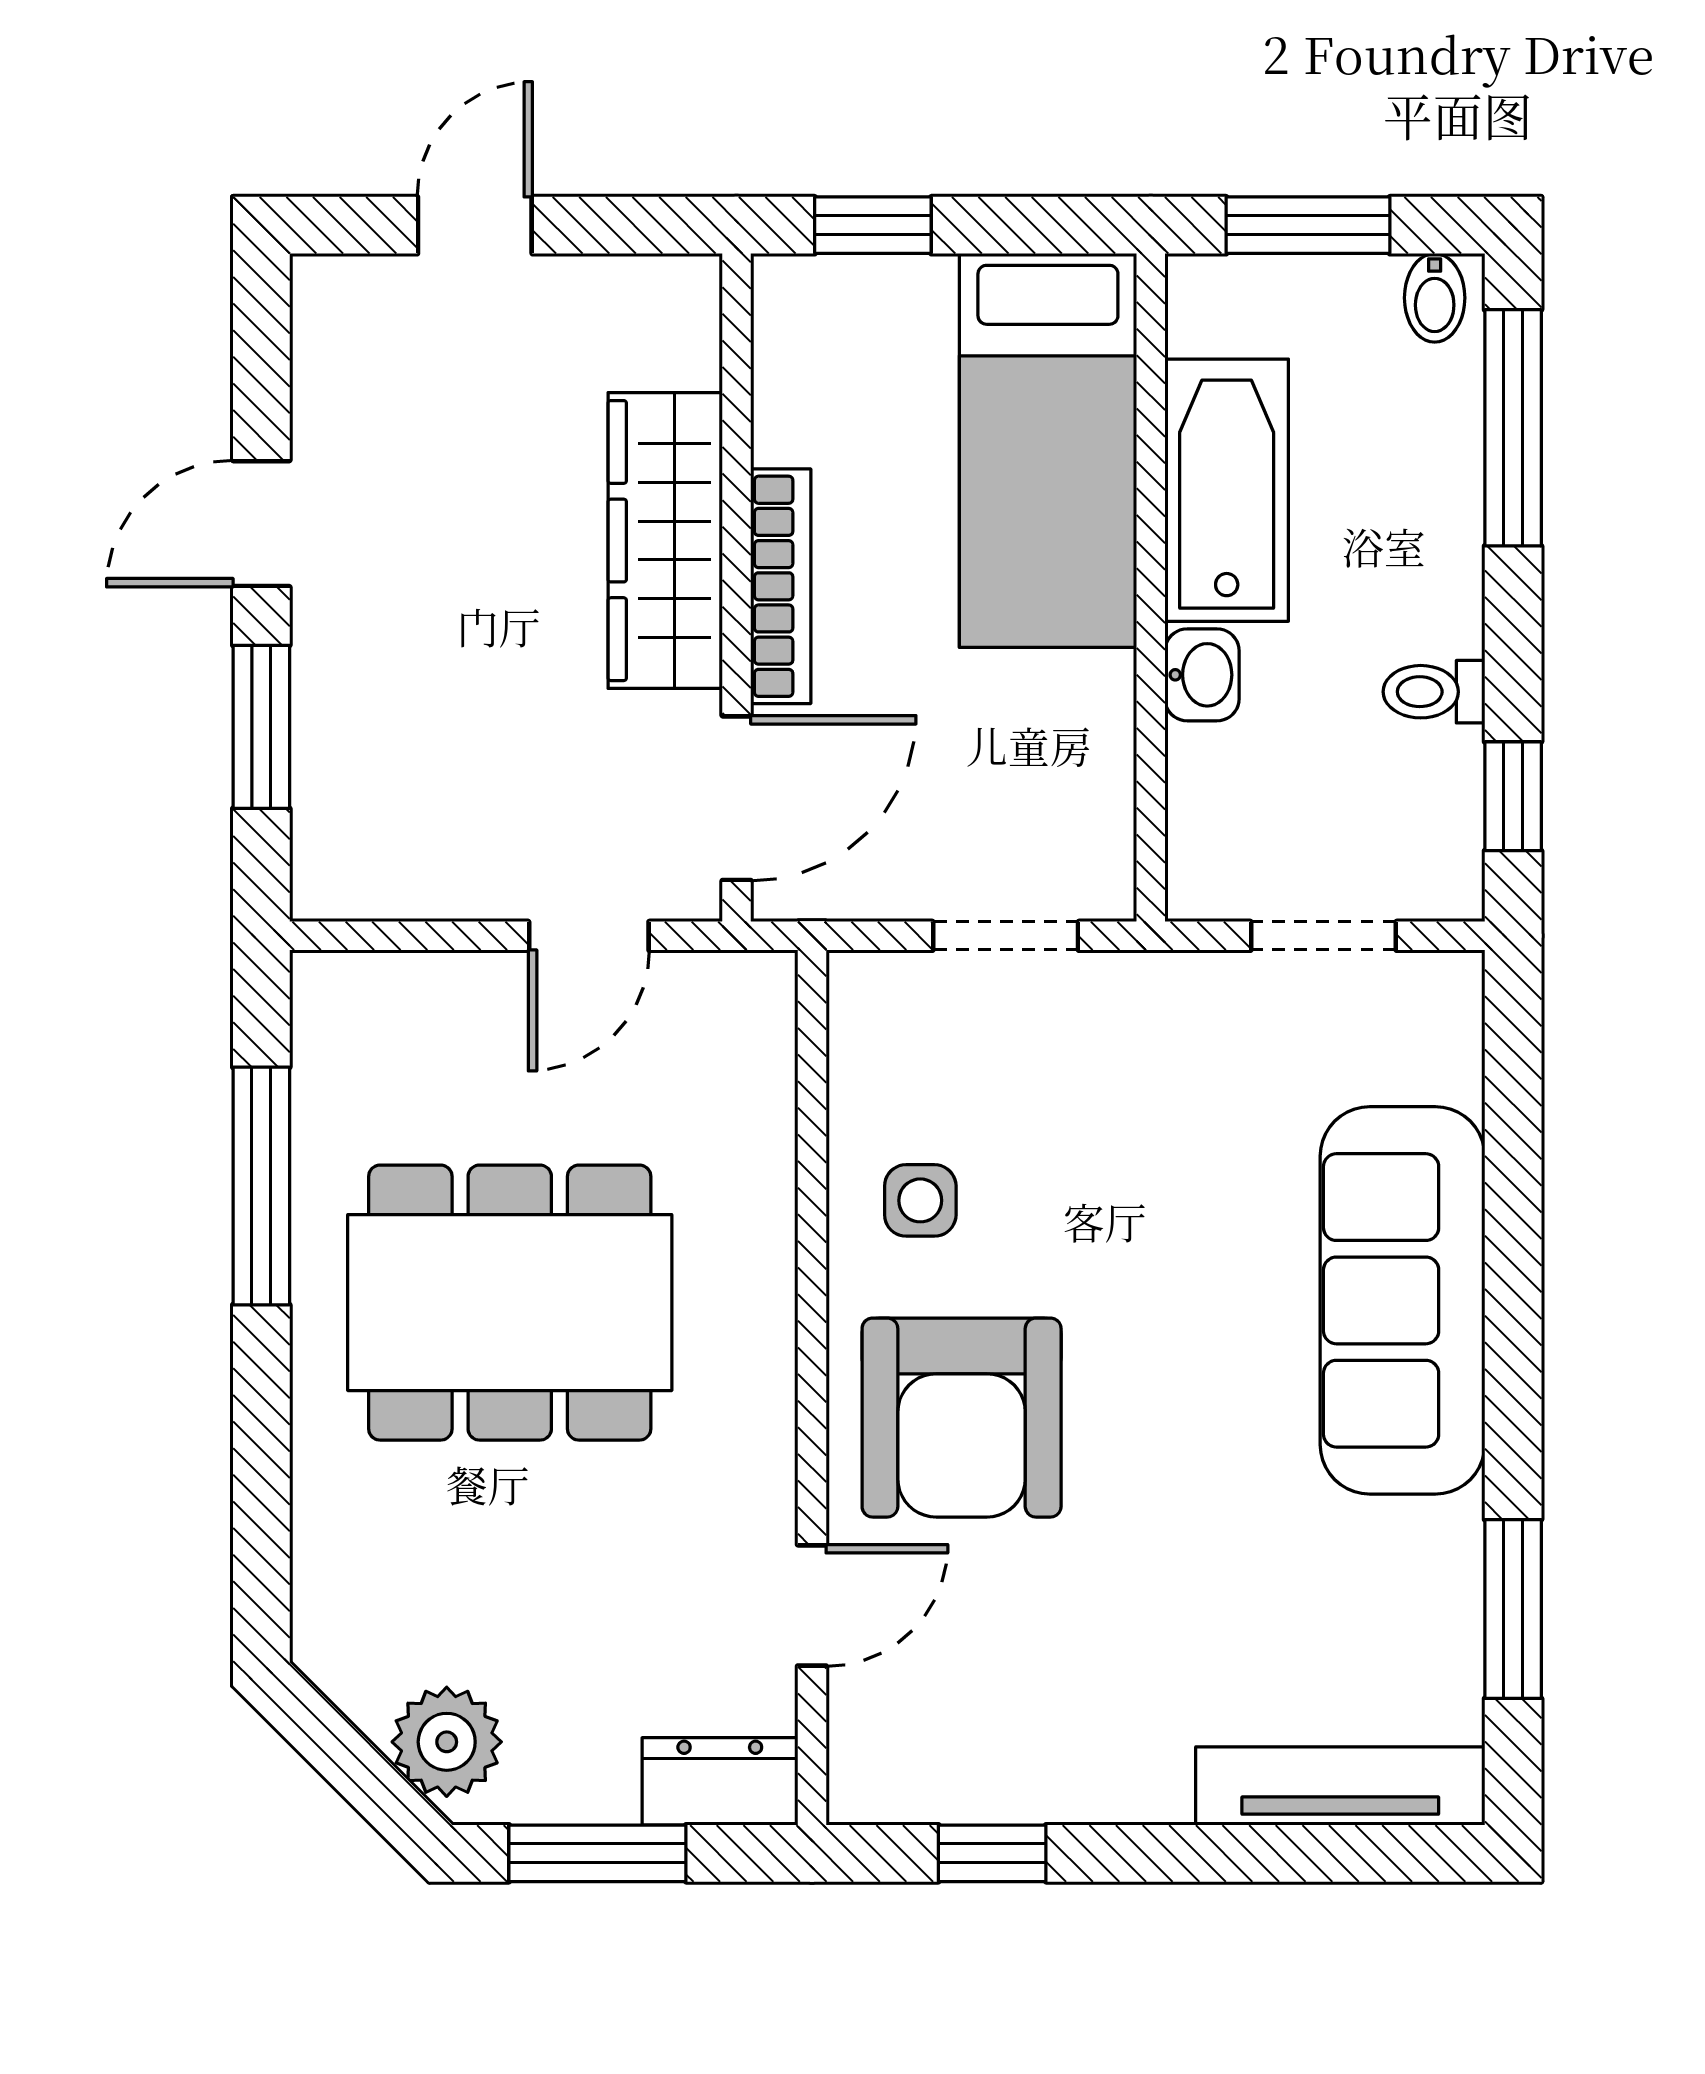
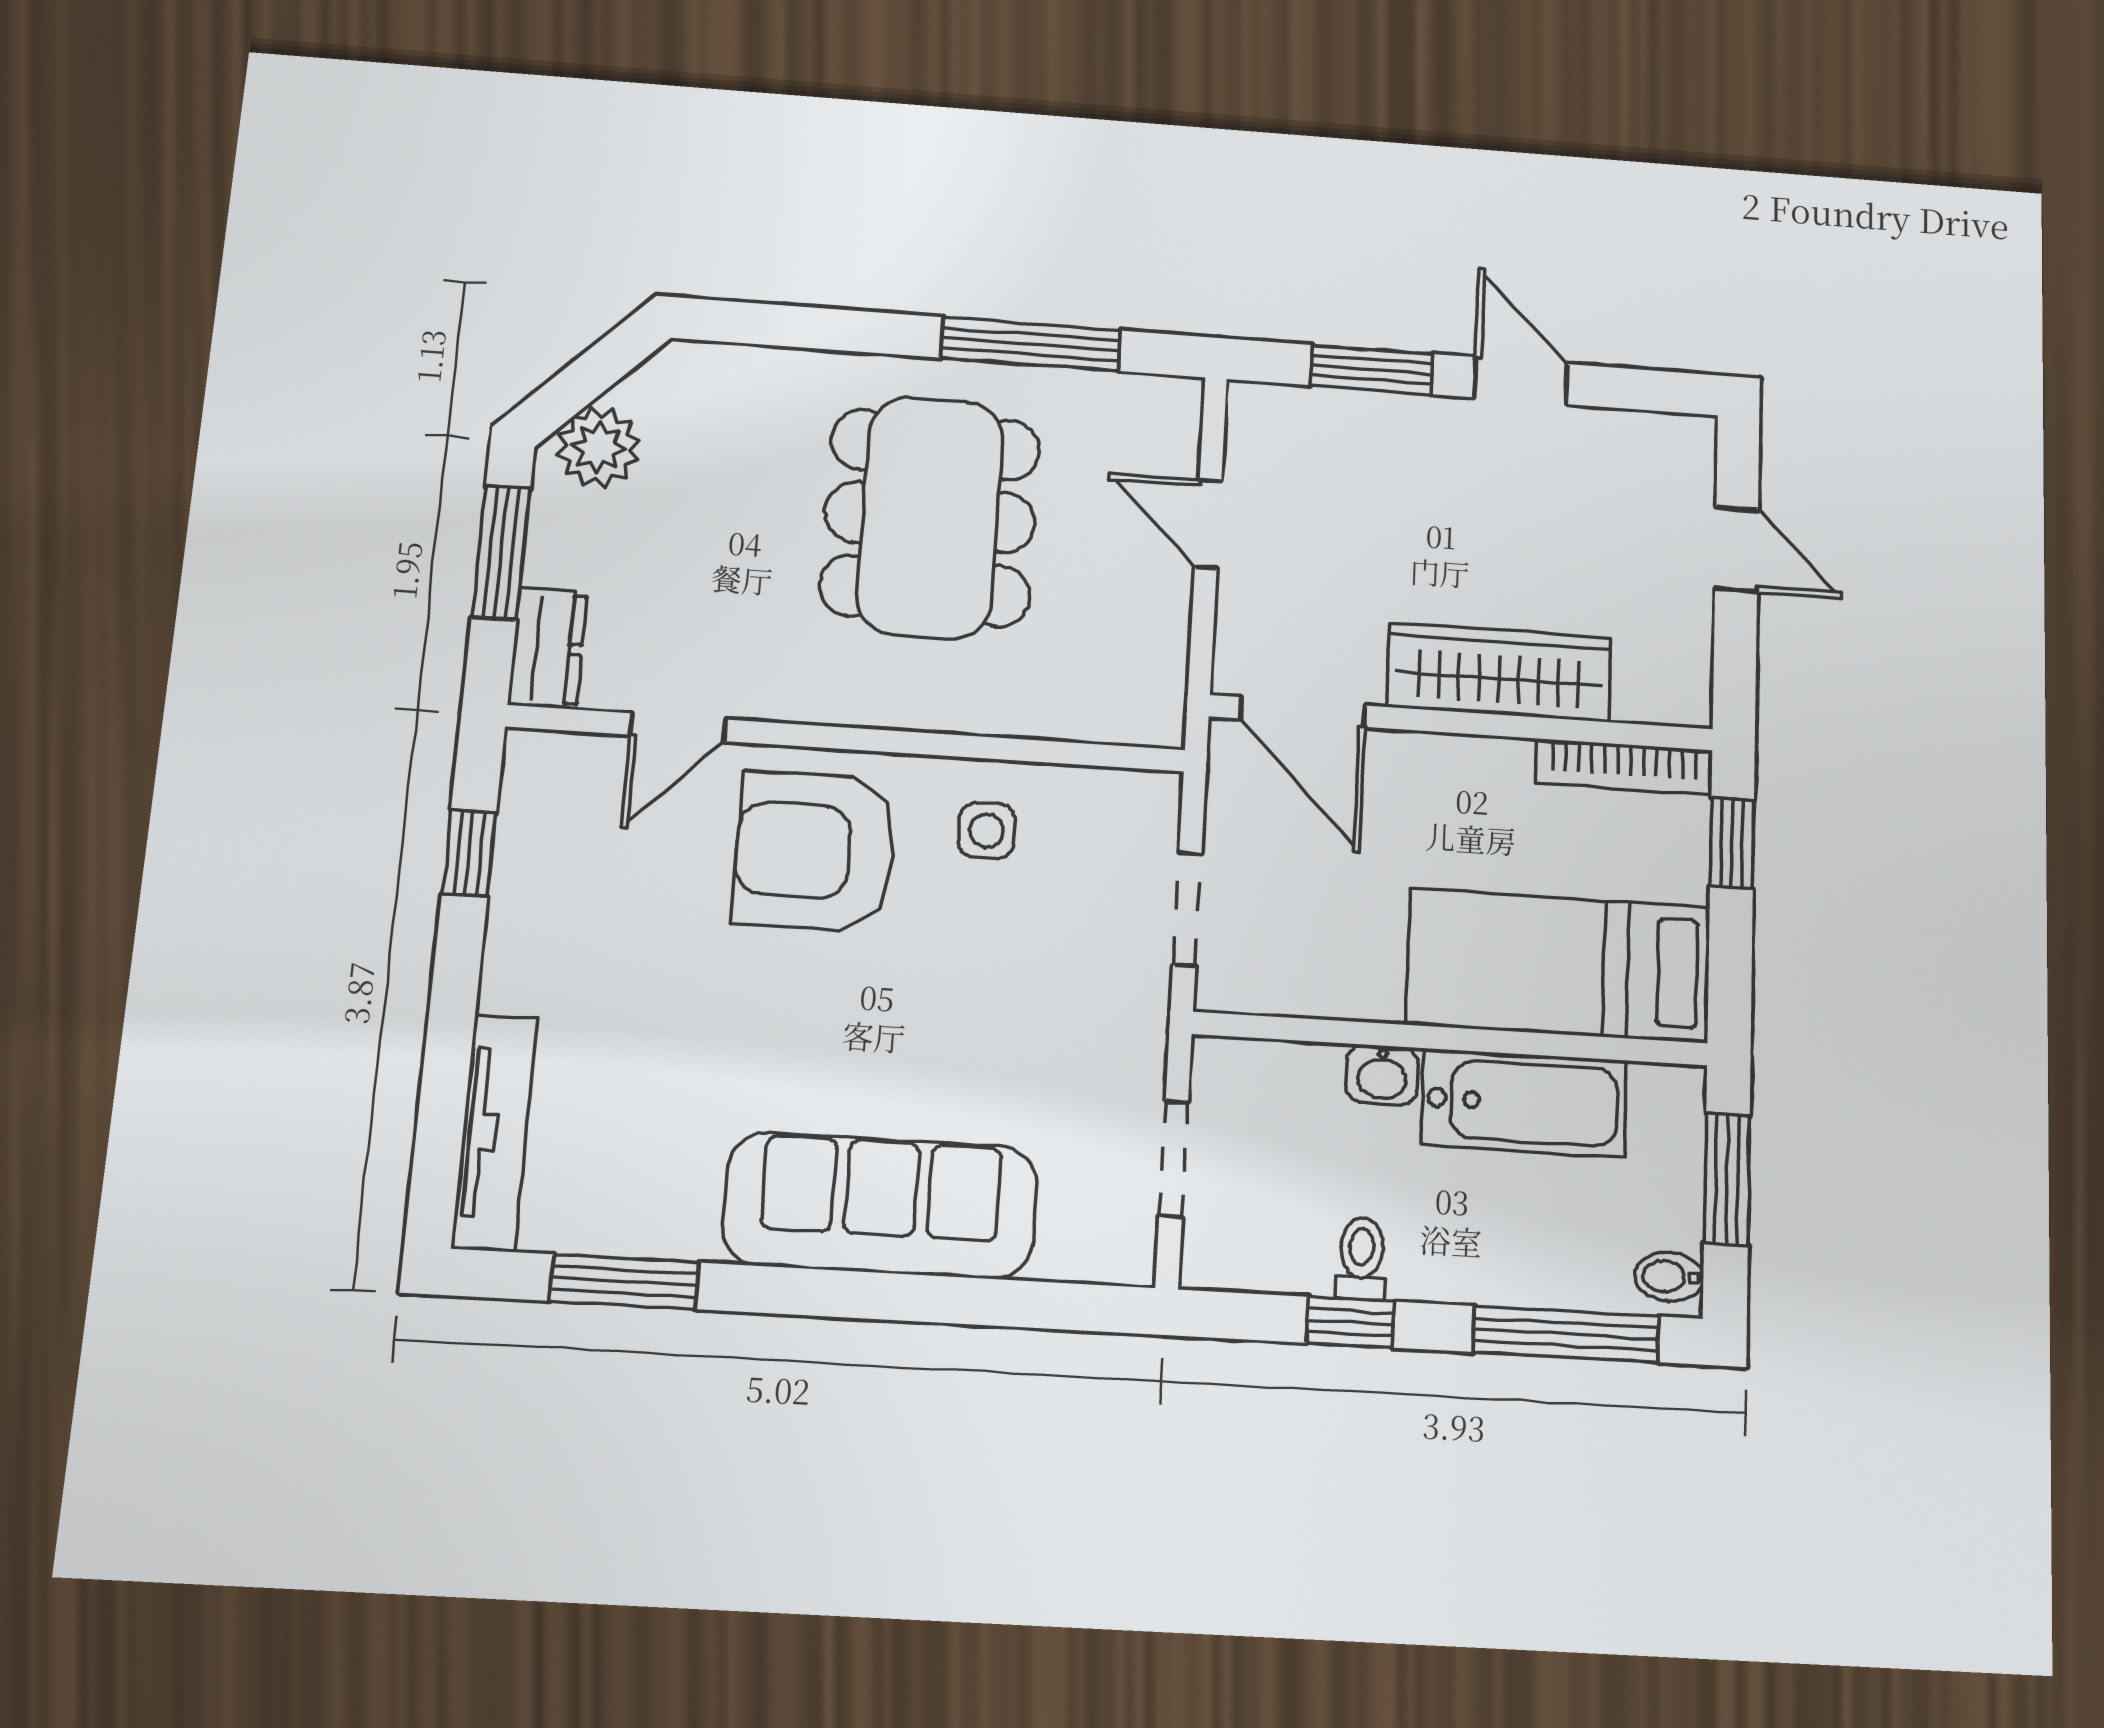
bookcase: (781, 586) -> (1624, 767), moved
window: (1513, 796) -> (1350, 1322), moved
door: (589, 936) -> (1208, 524), moved
door: (812, 1605) -> (678, 727), hinge flipped

